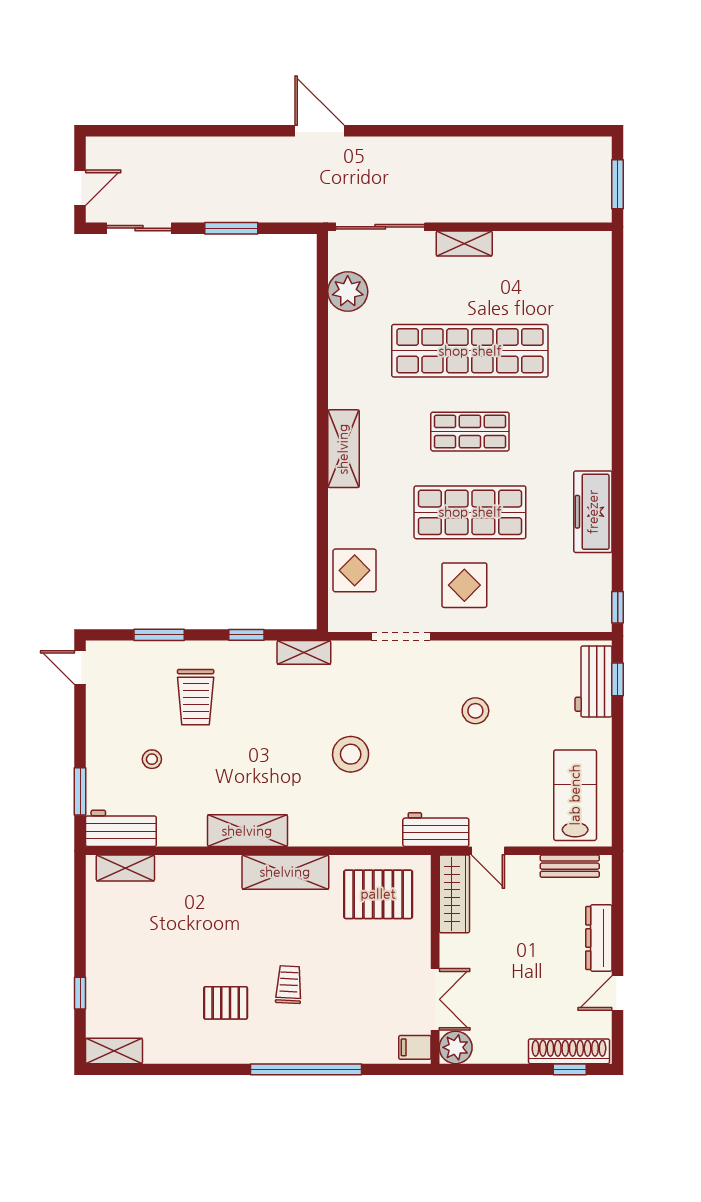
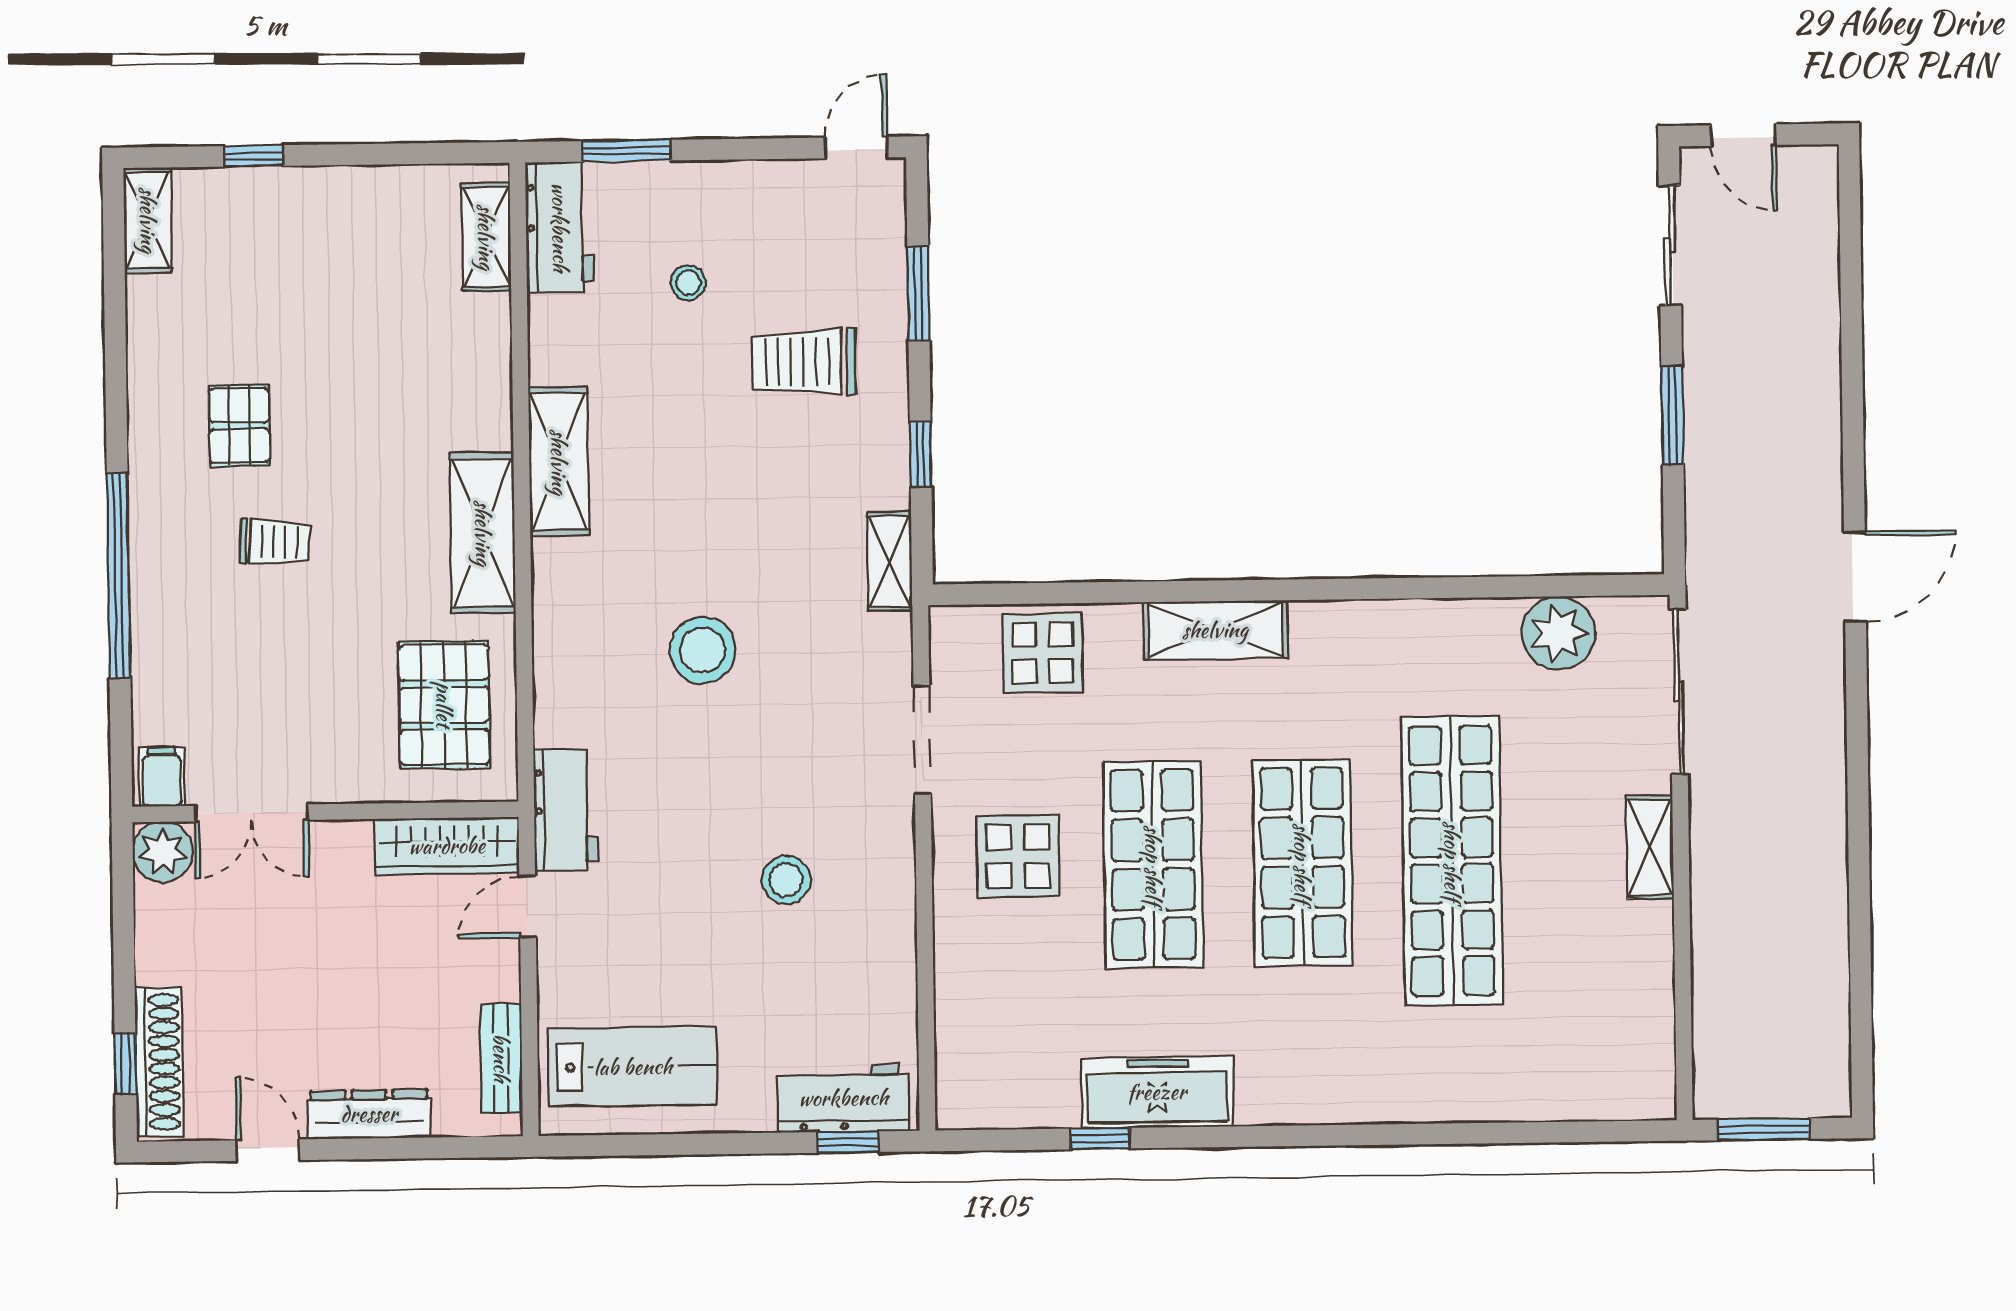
shop shelf: (470, 432) -> (1302, 863), width x1.43, depth x1.36
shelving: (343, 449) -> (1215, 630), moved
window: (618, 607) -> (1100, 1139), moved

